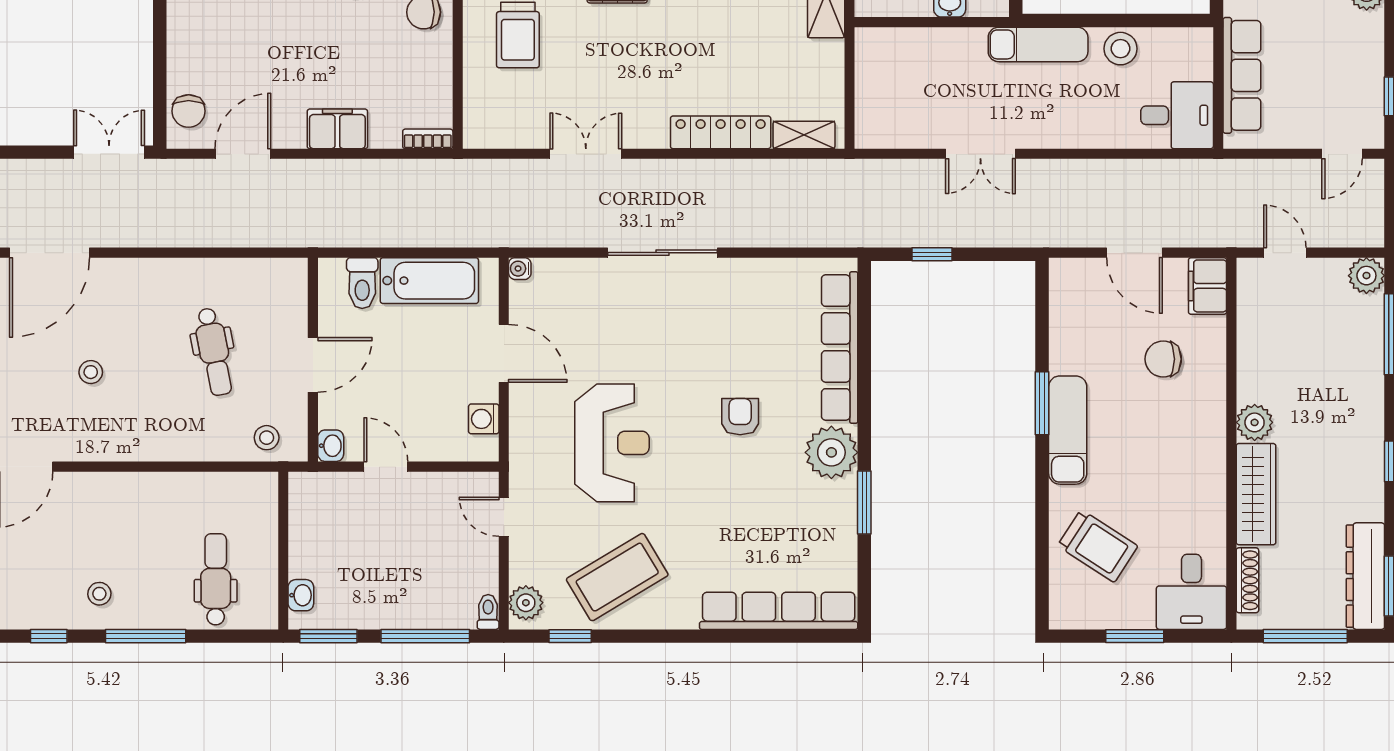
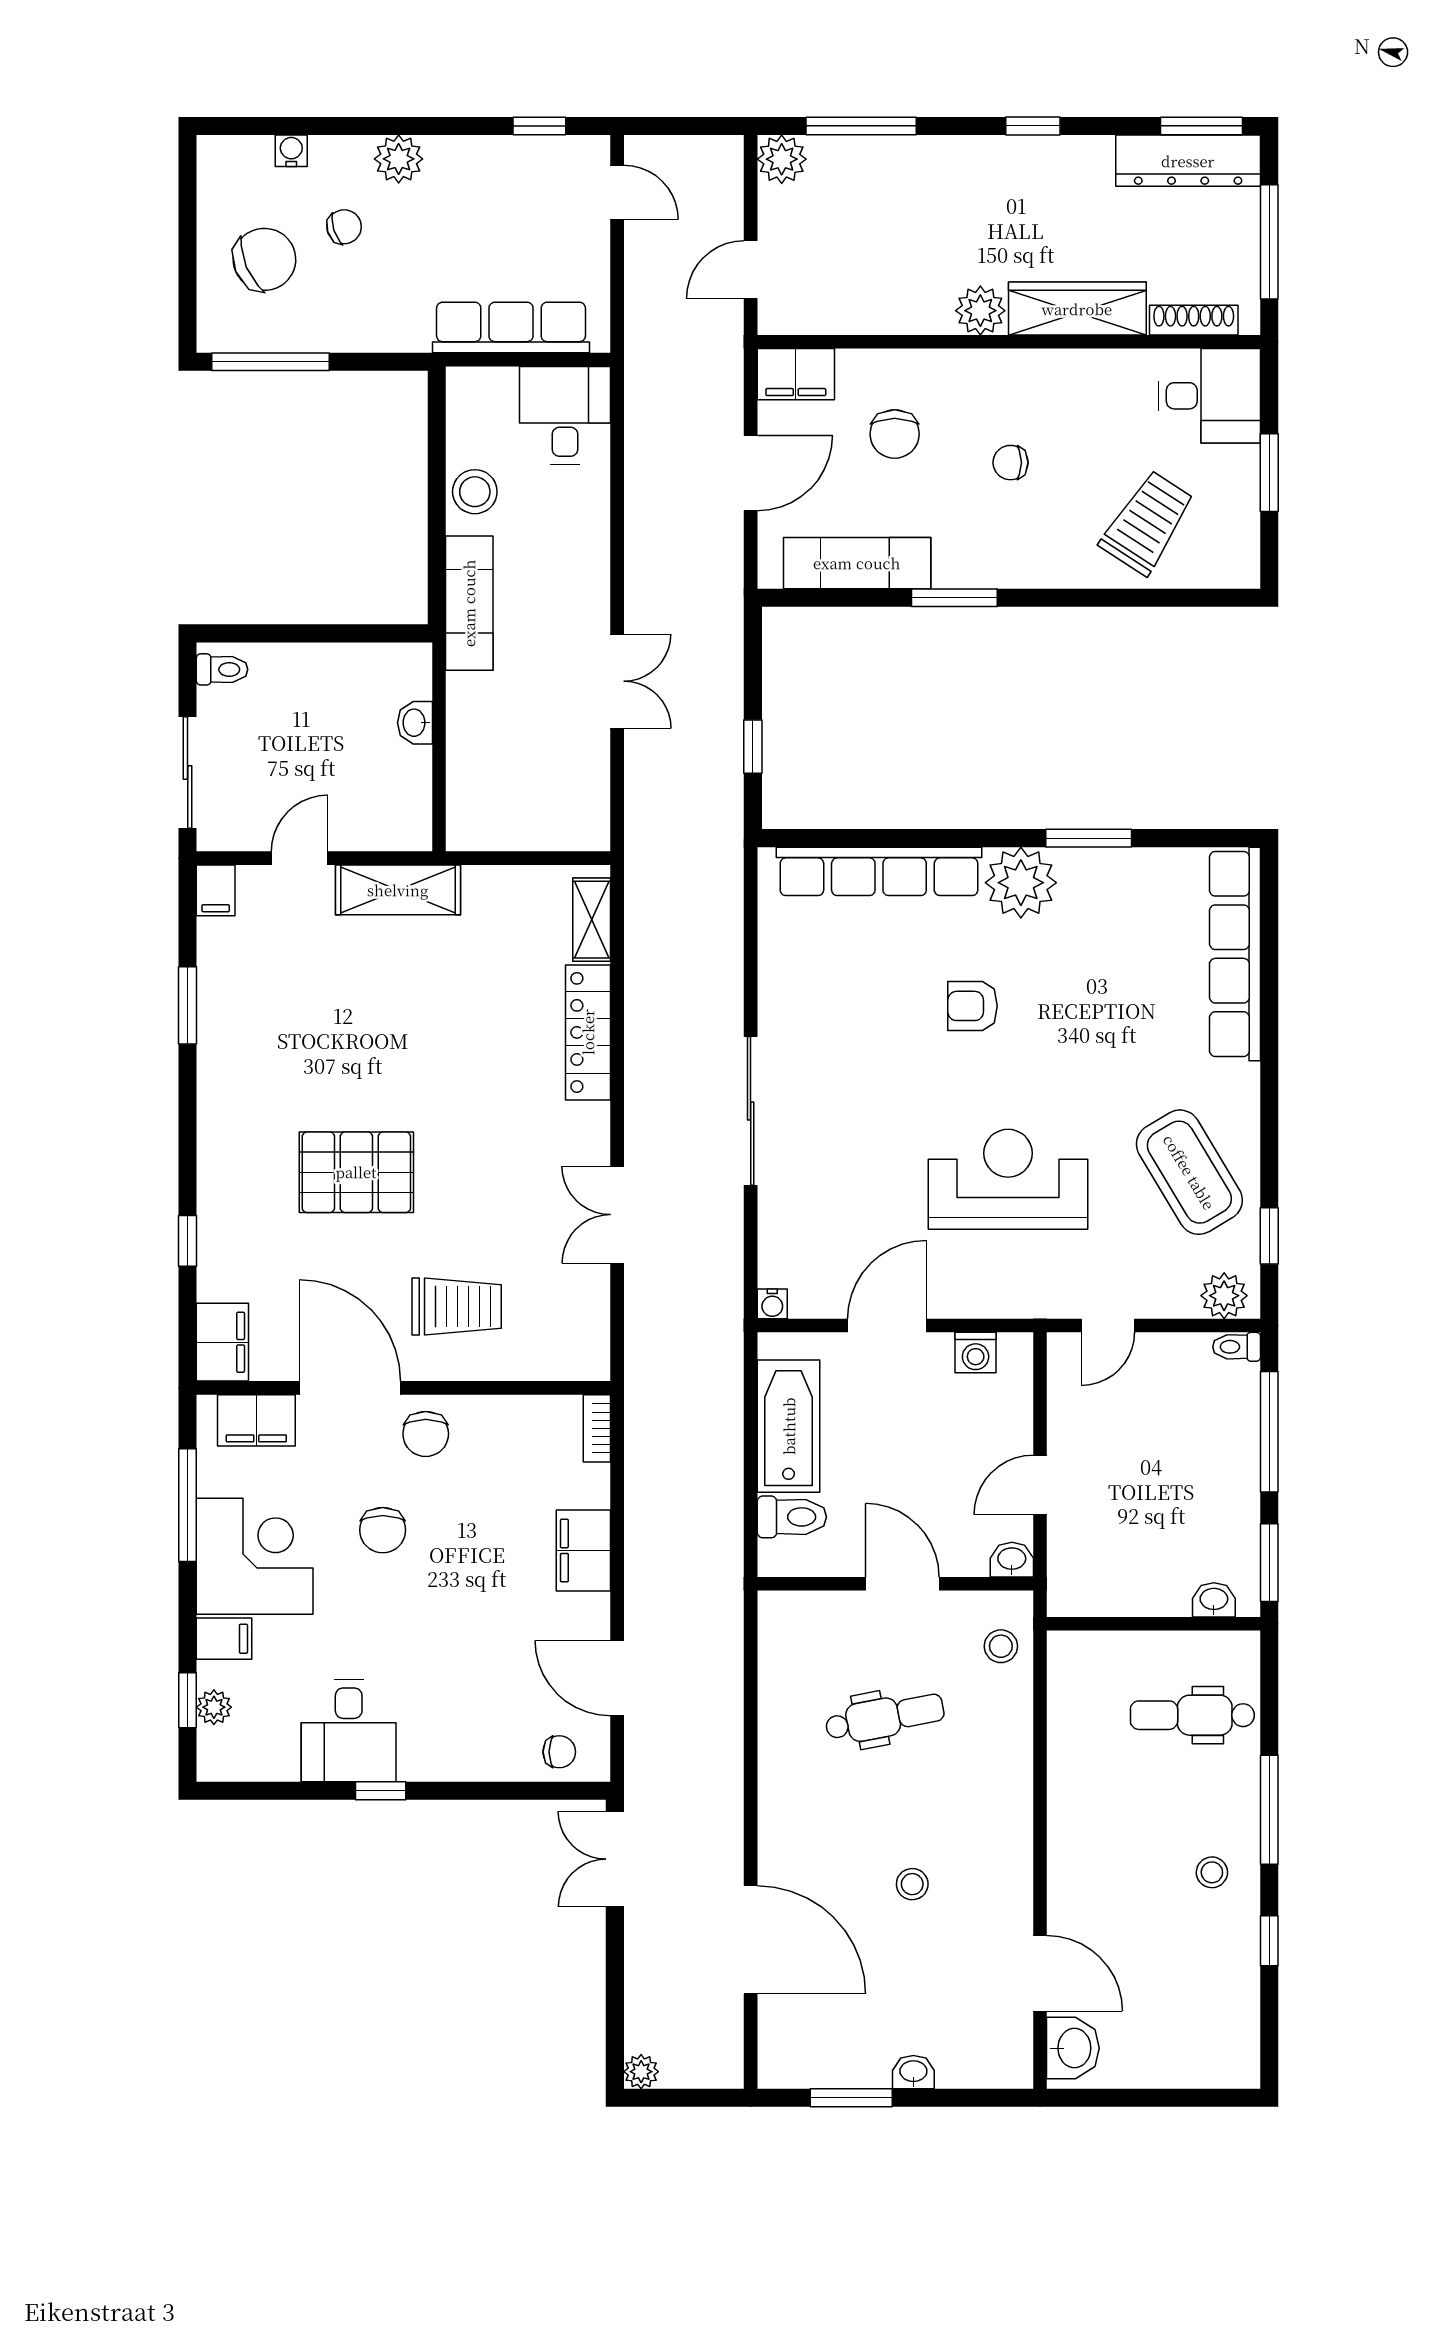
chair: (189, 111) -> (559, 1752), width x0.73, depth x0.73
exam couch: (1068, 430) -> (857, 563), moved
chair: (1142, 445) -> (1010, 463), added

